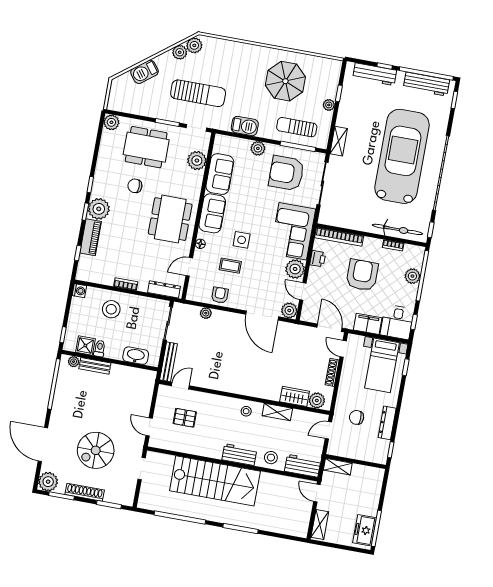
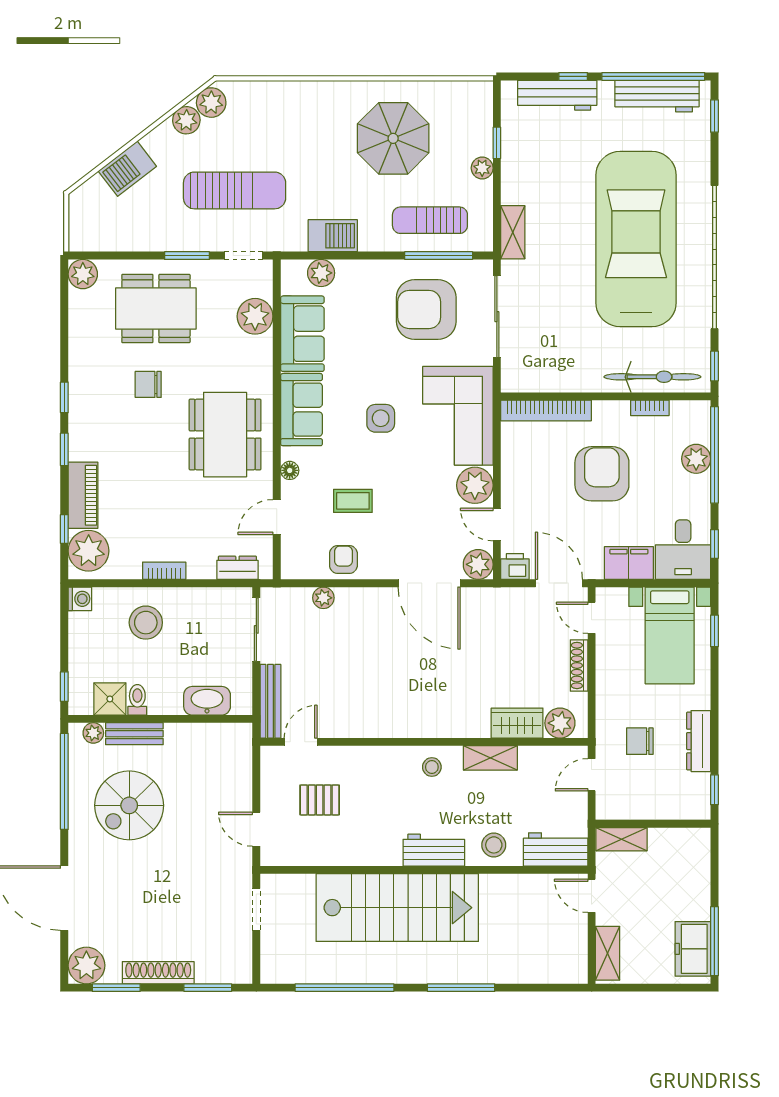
plant: (258, 148) -> (321, 273), moved
plant: (99, 209) -> (89, 551), moved
side table: (242, 240) -> (381, 418), moved
printer: (318, 259) -> (515, 566), moved, turned -90
dresser: (164, 289) -> (237, 568), width x0.70
spiral stairs: (96, 450) -> (129, 805), moved

